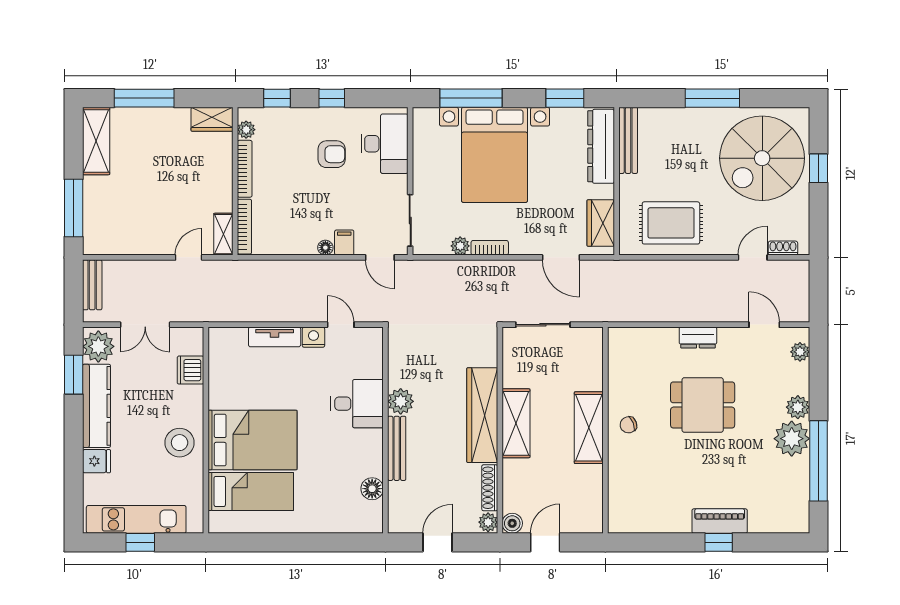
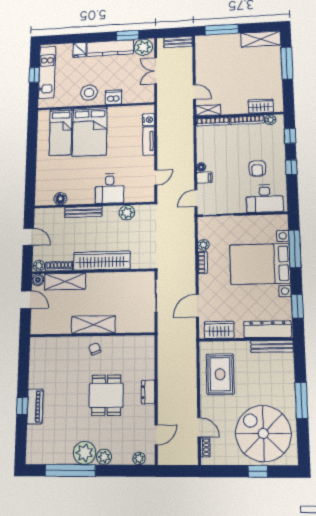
wardrobe: (212, 119) -> (261, 106), moved, turned 90
nightstand: (313, 337) -> (148, 120), moved
dishwasher: (190, 370) -> (113, 97), moved
plant: (401, 401) -> (127, 213), moved
shelving: (516, 423) -> (65, 281), moved

